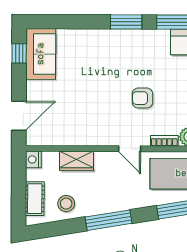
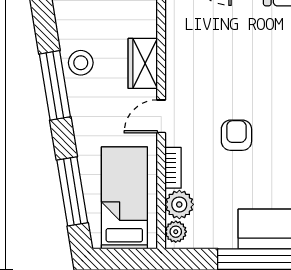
wardrobe: (77, 161) -> (143, 63), moved
stool: (66, 204) -> (81, 63), moved

